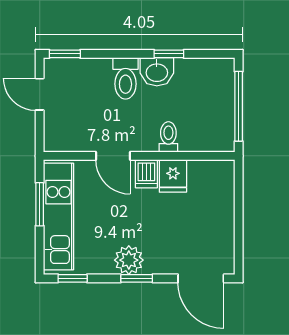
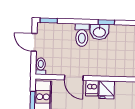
toilet: (168, 137) -> (41, 66), moved

